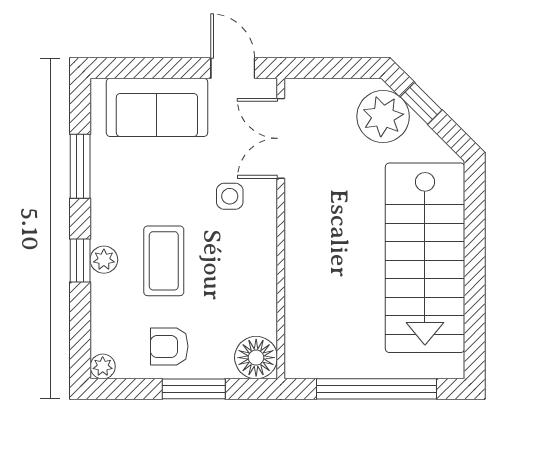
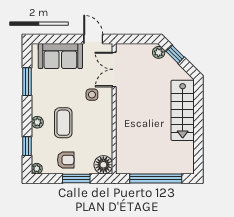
plant: (383, 116) -> (159, 52), width x0.53, depth x0.53
stairs: (425, 258) -> (183, 110), width x0.73, depth x0.66
window: (80, 260) -> (27, 146), moved
armchair: (169, 346) -> (66, 160), turned 180

